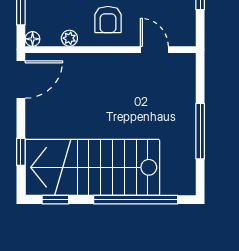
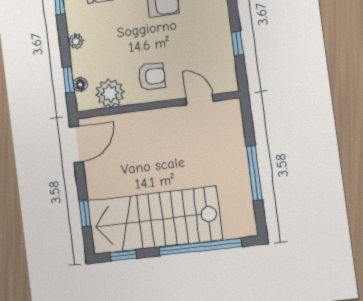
armchair: (108, 20) -> (152, 77), turned -90
plant: (69, 38) -> (110, 93), width x1.88, depth x1.88
floor lamp: (33, 39) -> (80, 85), moved

